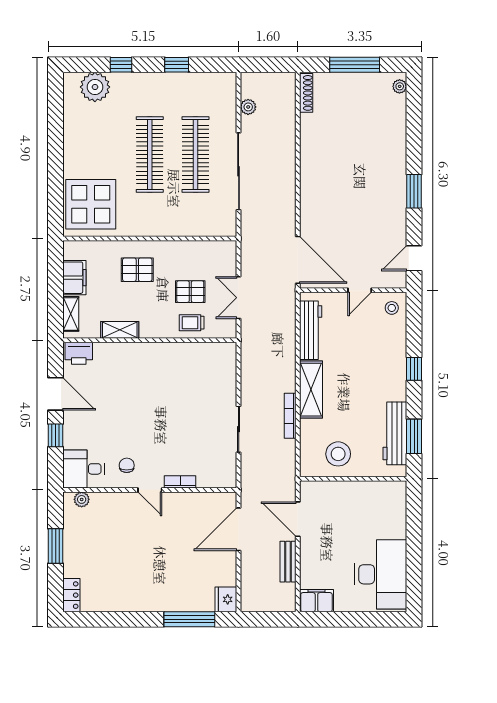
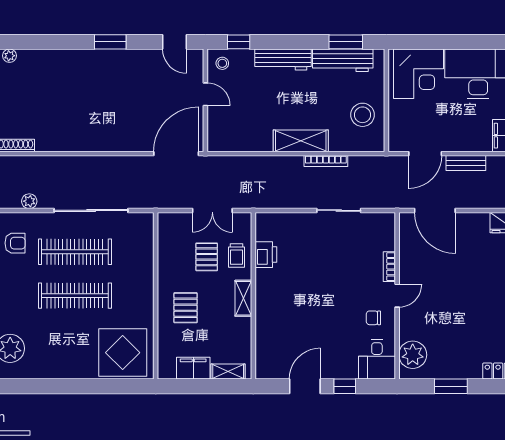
armchair: (205, 92) -> (15, 243), added
shelving: (120, 330) -> (243, 298), moved
workbench: (311, 330) -> (283, 60), moved, turned 180
printer: (79, 353) -> (266, 255), moved
window: (414, 369) -> (239, 42), moved
plant: (82, 499) -> (413, 355), width x1.87, depth x1.87
corner desk: (381, 512) -> (418, 74), added

